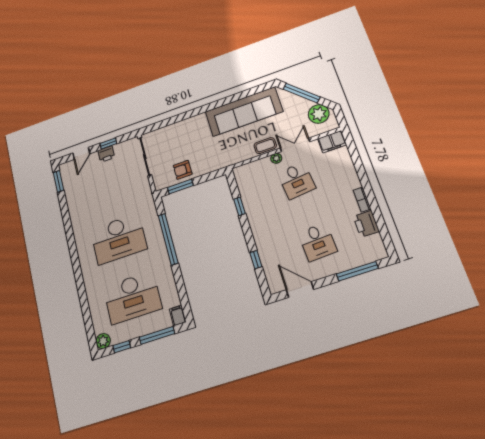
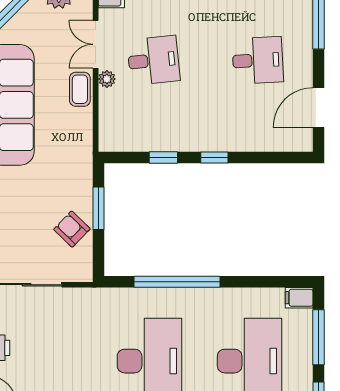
armchair: (183, 170) -> (72, 229), turned 134
window: (180, 187) -> (99, 208), moved
window: (256, 260) -> (214, 157), moved

